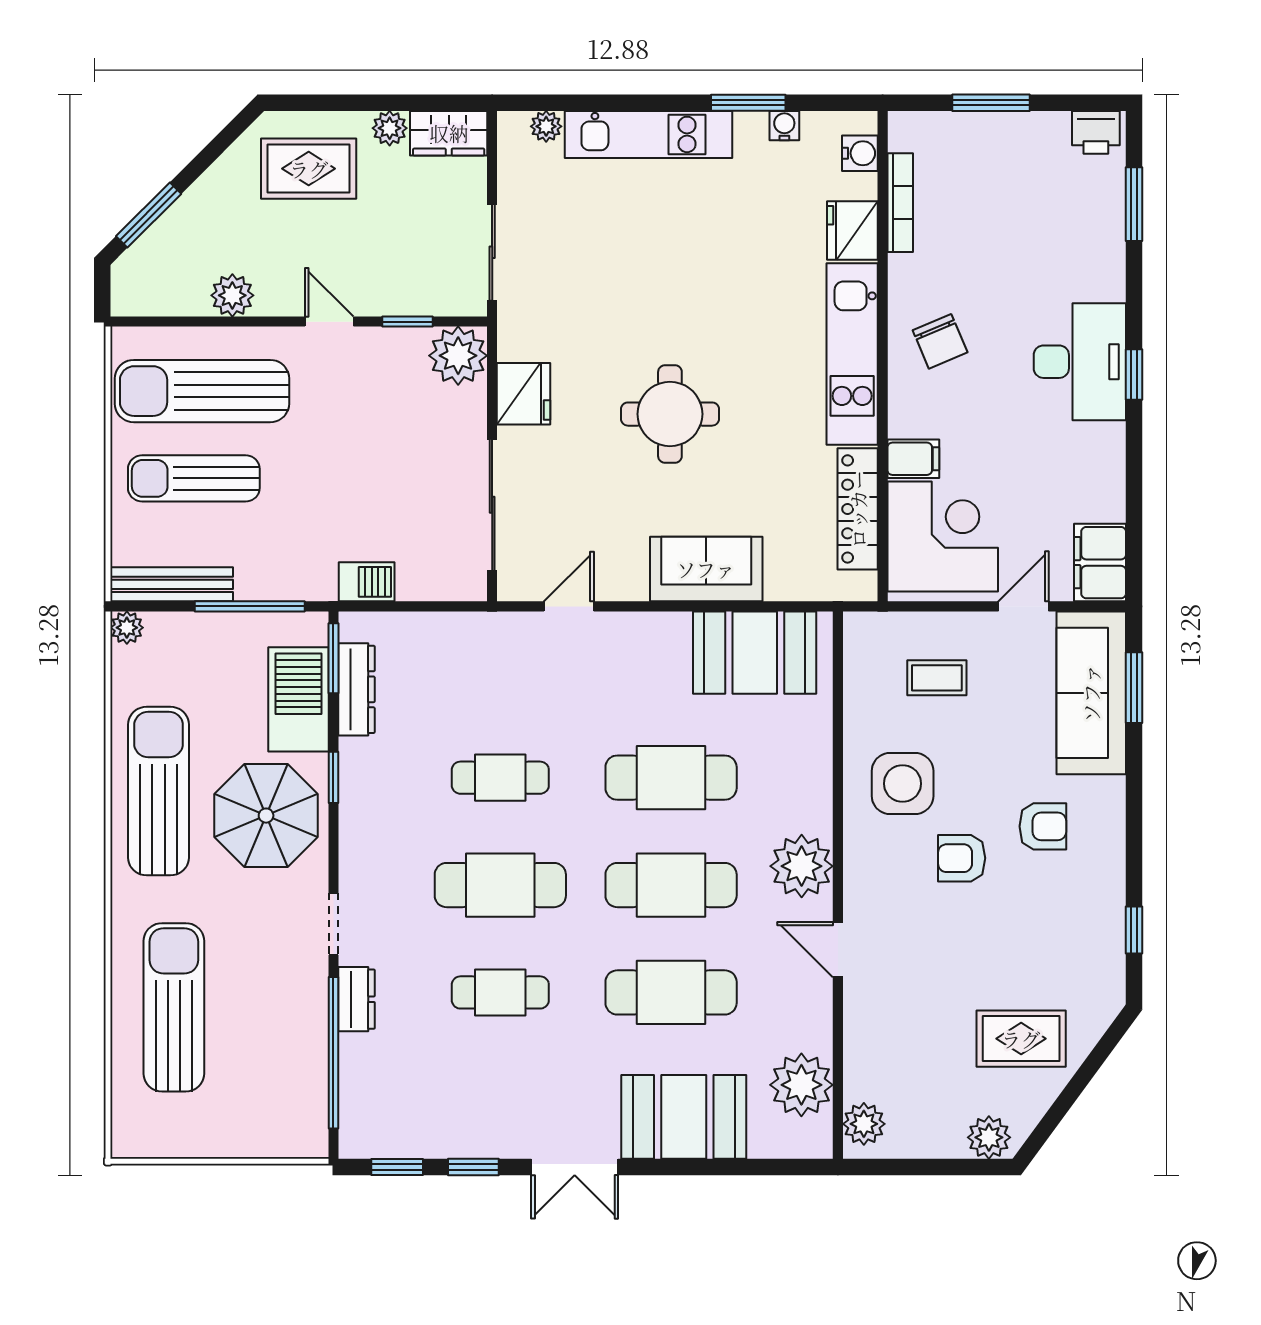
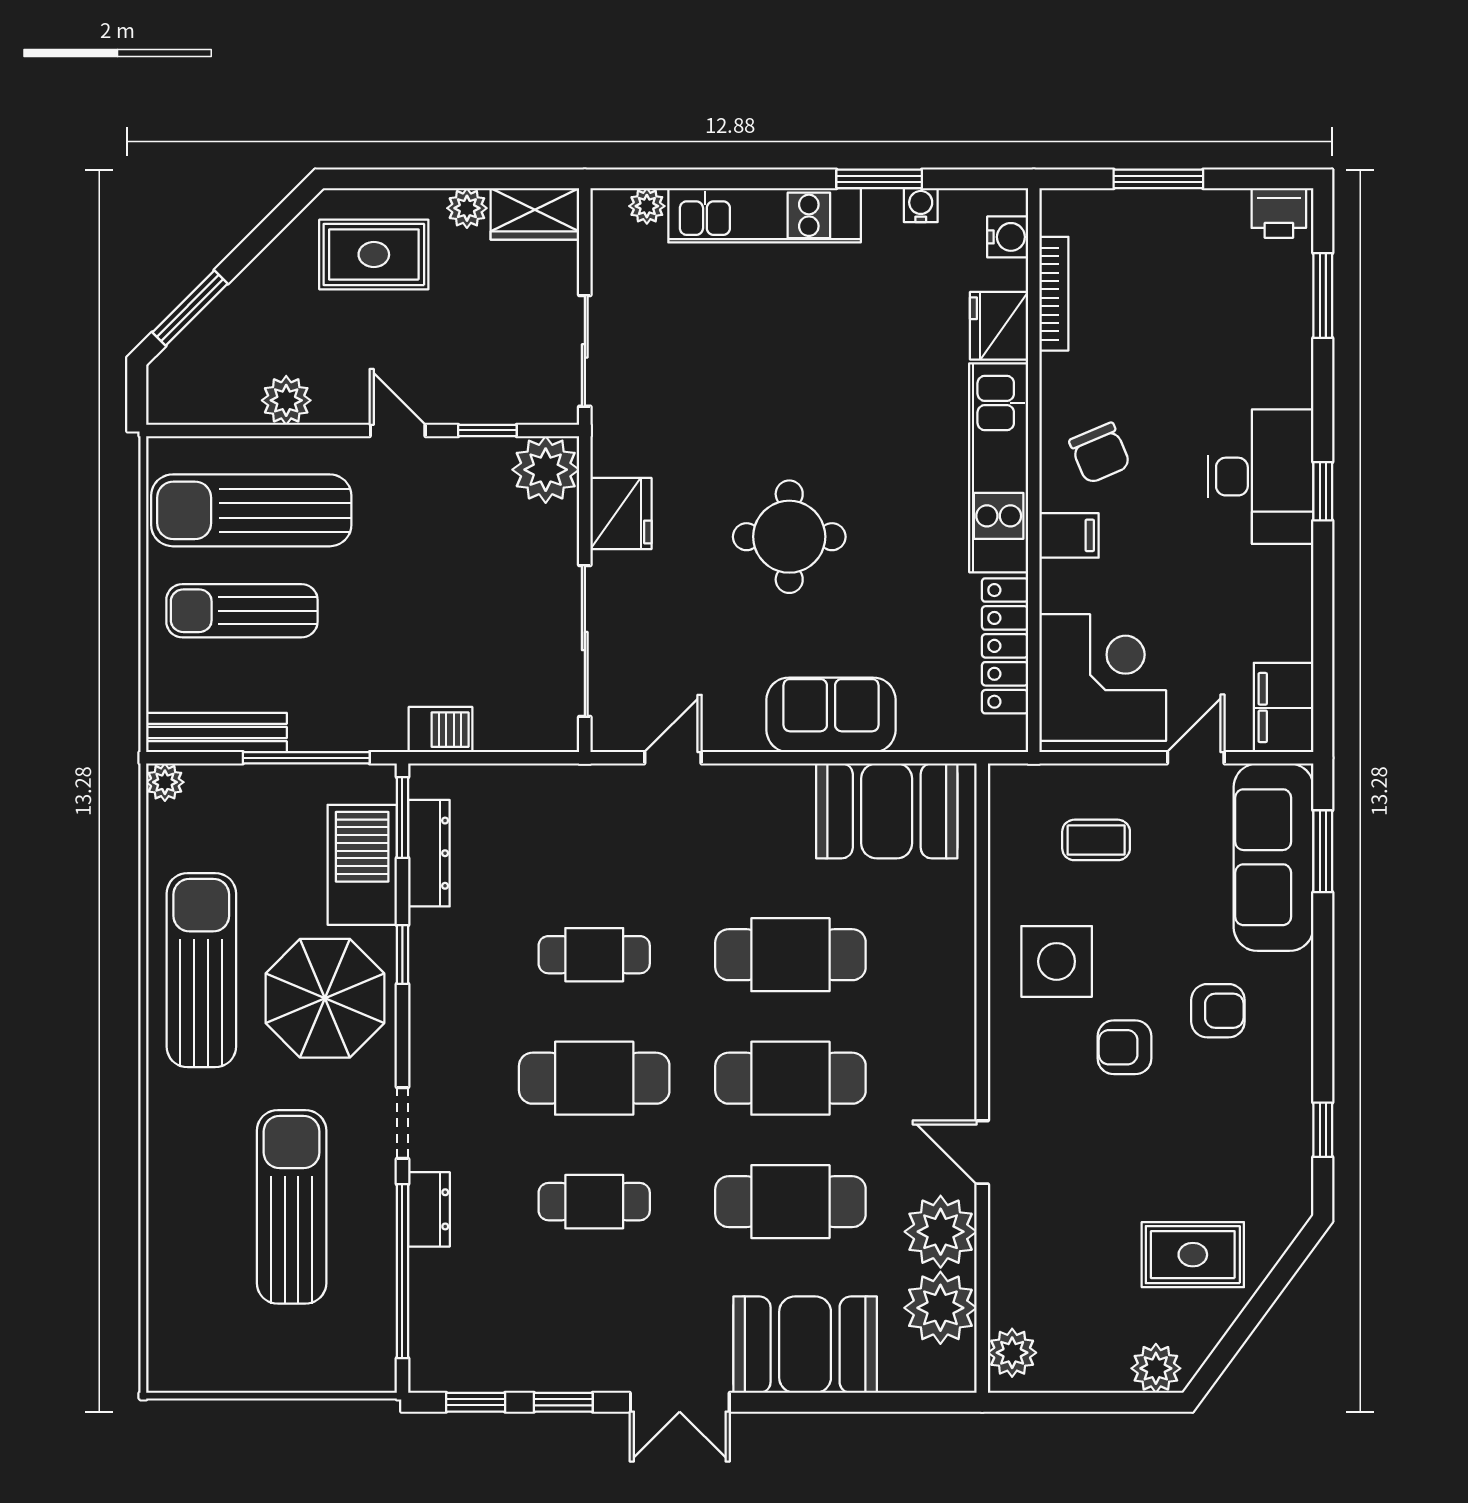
filing cabinet: (913, 459) -> (1069, 535), moved
plant: (802, 866) -> (941, 1232), moved
sun lounger: (174, 1007) -> (292, 1207), moved

